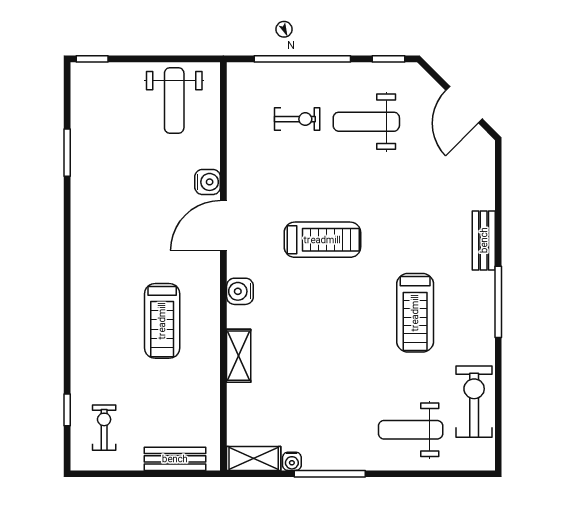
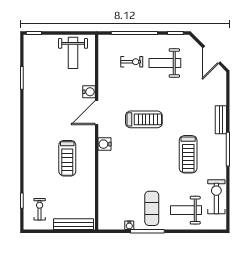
shelving: (239, 356) -> (104, 175), removed
exercise mat: (339, 426) -> (152, 208), added
shelving: (254, 458) -> (111, 224), removed
bench: (175, 459) -> (73, 224), width x1.36

